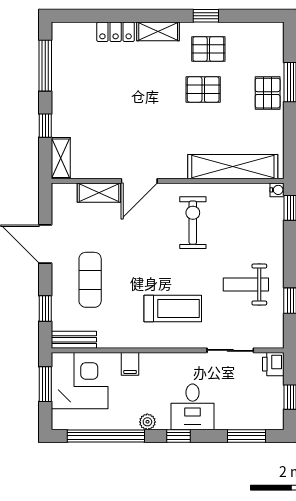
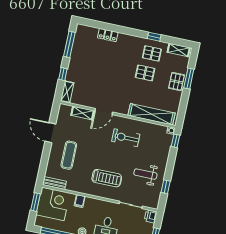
shelving: (158, 31) -> (179, 50), moved
exercise bike: (193, 223) -> (126, 138), turned -90
window: (45, 309) -> (44, 165), removed

